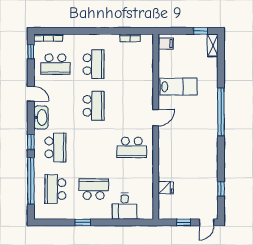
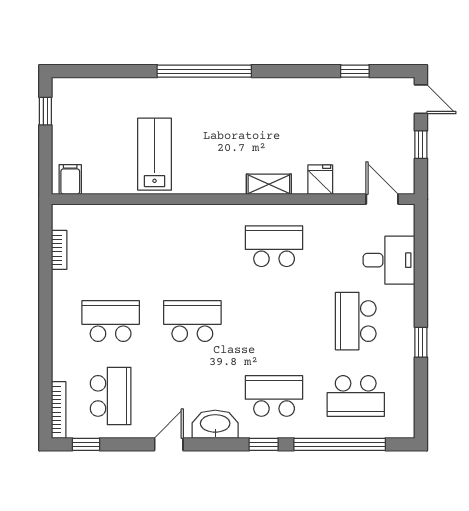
shelving: (213, 45) -> (269, 184), moved
door: (156, 118) -> (382, 199), moved
school desk: (132, 147) -> (274, 246), turned -90
fridge: (166, 188) -> (320, 180), moved

